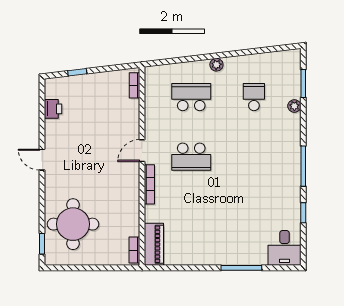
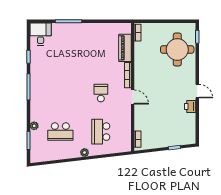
school desk: (191, 97) -> (101, 132), turned 90
school desk: (254, 97) -> (60, 132), width x1.85
printer: (53, 109) -> (190, 106), moved
door: (142, 151) -> (133, 97), hinge flipped
school desk: (191, 157) -> (101, 93), width x0.54
piano: (154, 244) -> (125, 48), moved

